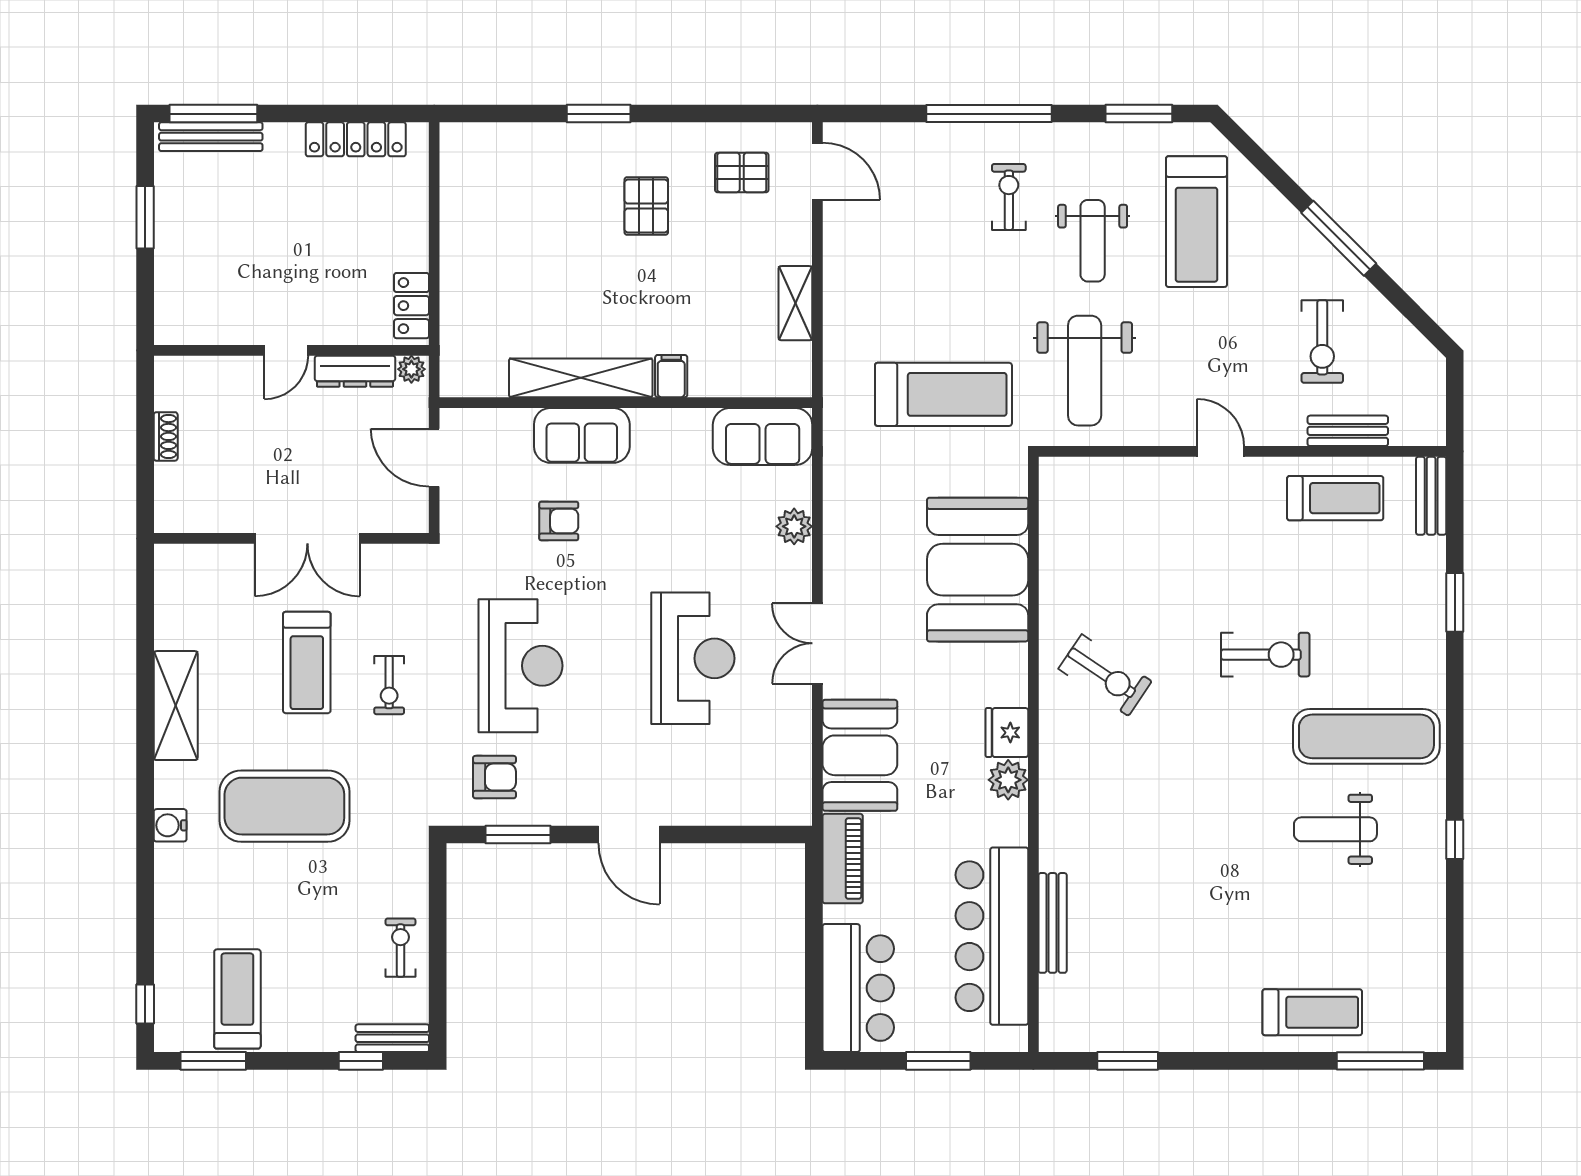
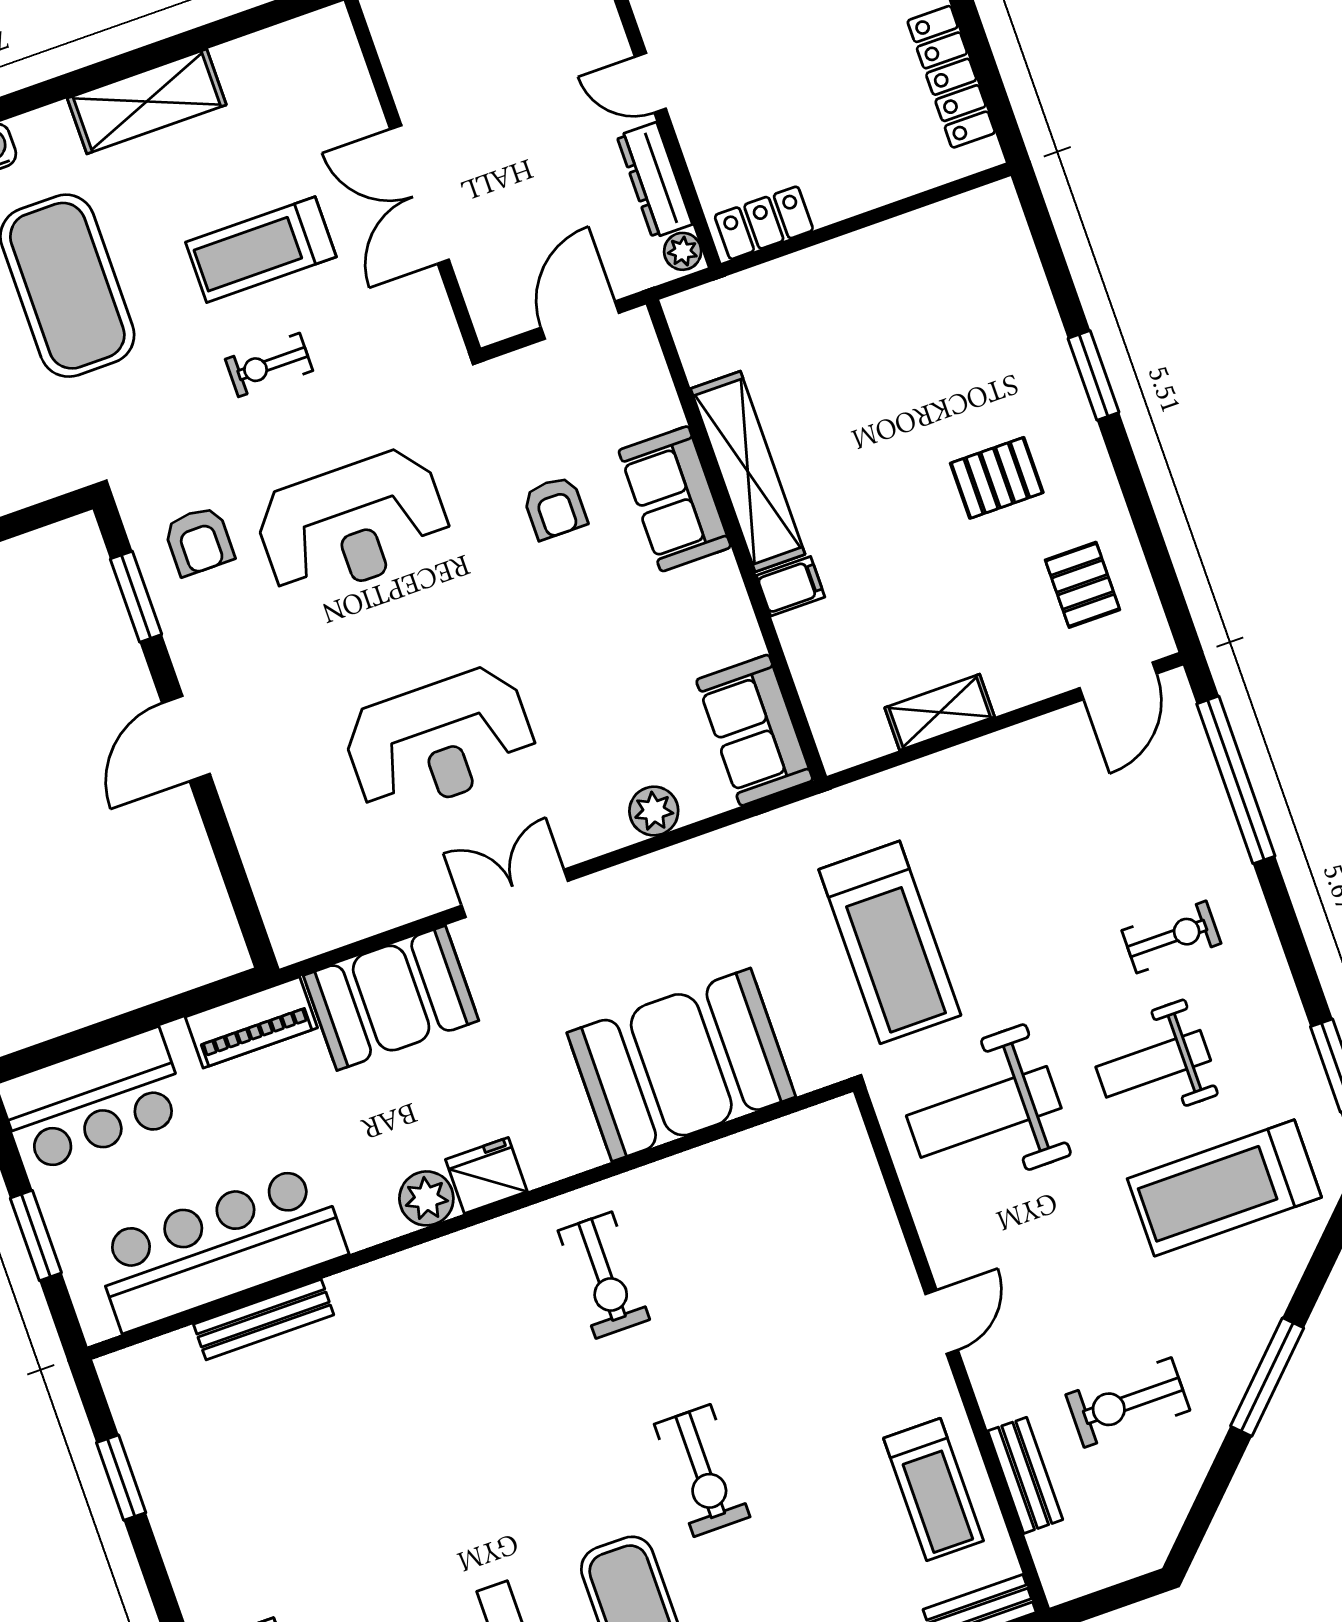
window: (989, 114) -> (1236, 780), moved
exercise bike: (1105, 675) -> (604, 1275), turned -34

